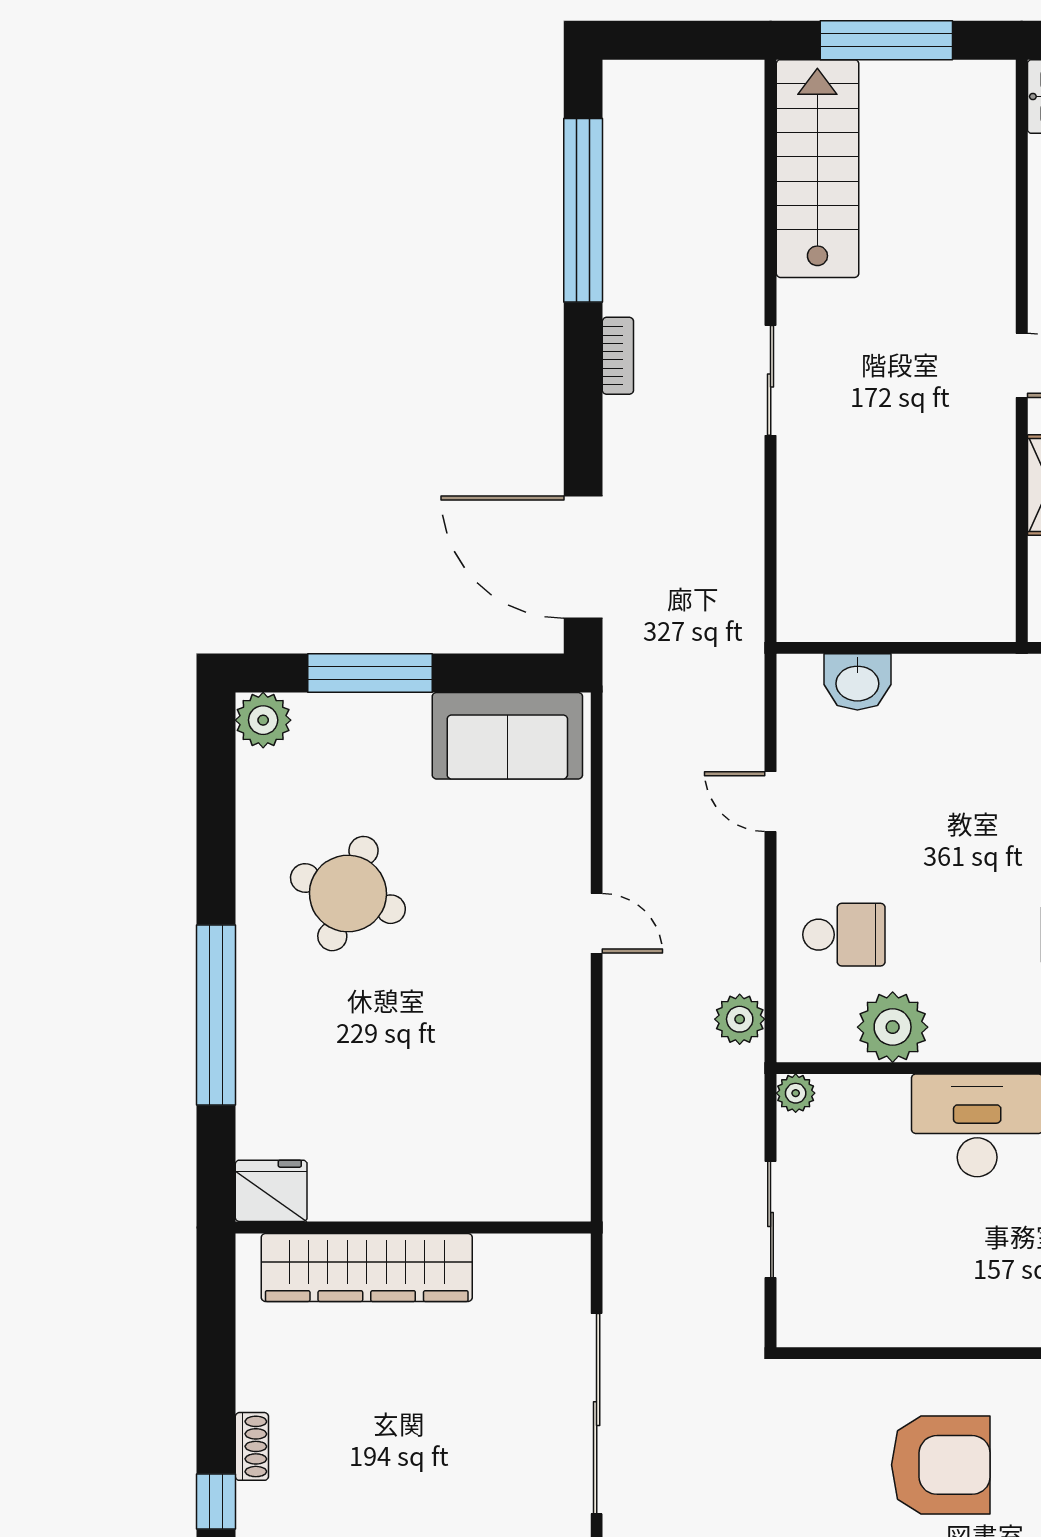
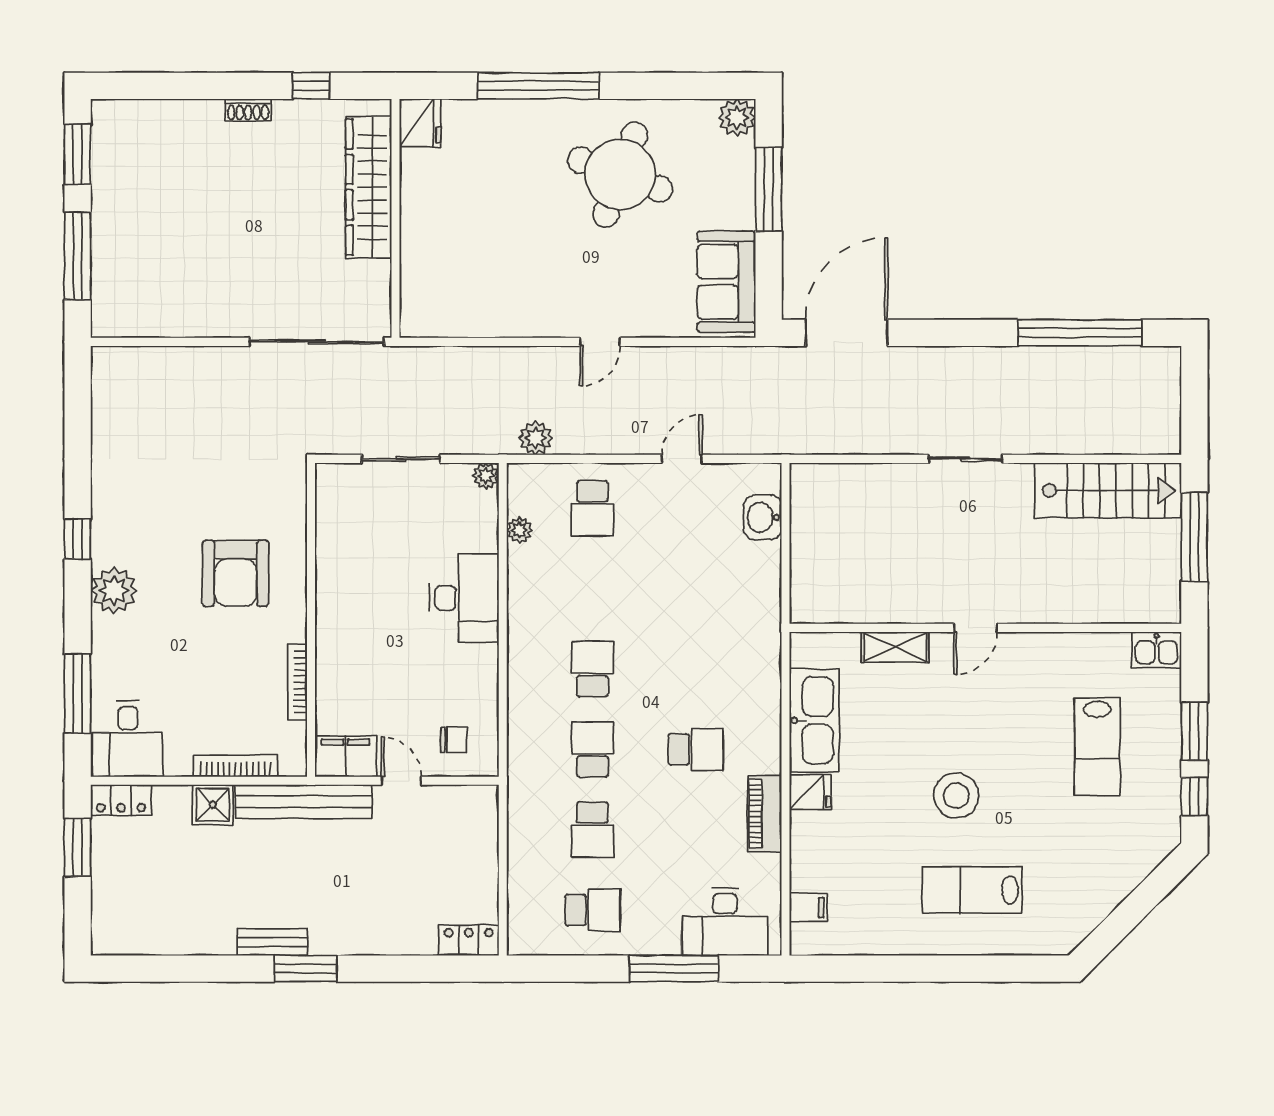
bookcase: (618, 356) -> (982, 356), removed
round table: (348, 894) -> (620, 175), width x1.36, depth x1.36
plant: (893, 1027) -> (519, 530), width x0.53, depth x0.53
sliding door: (597, 1414) -> (317, 342), moved
window: (216, 1502) -> (311, 86), moved

